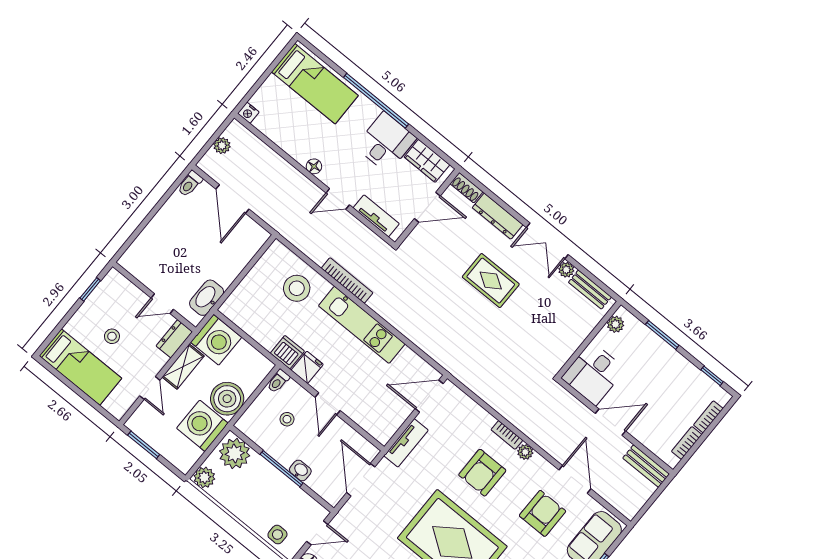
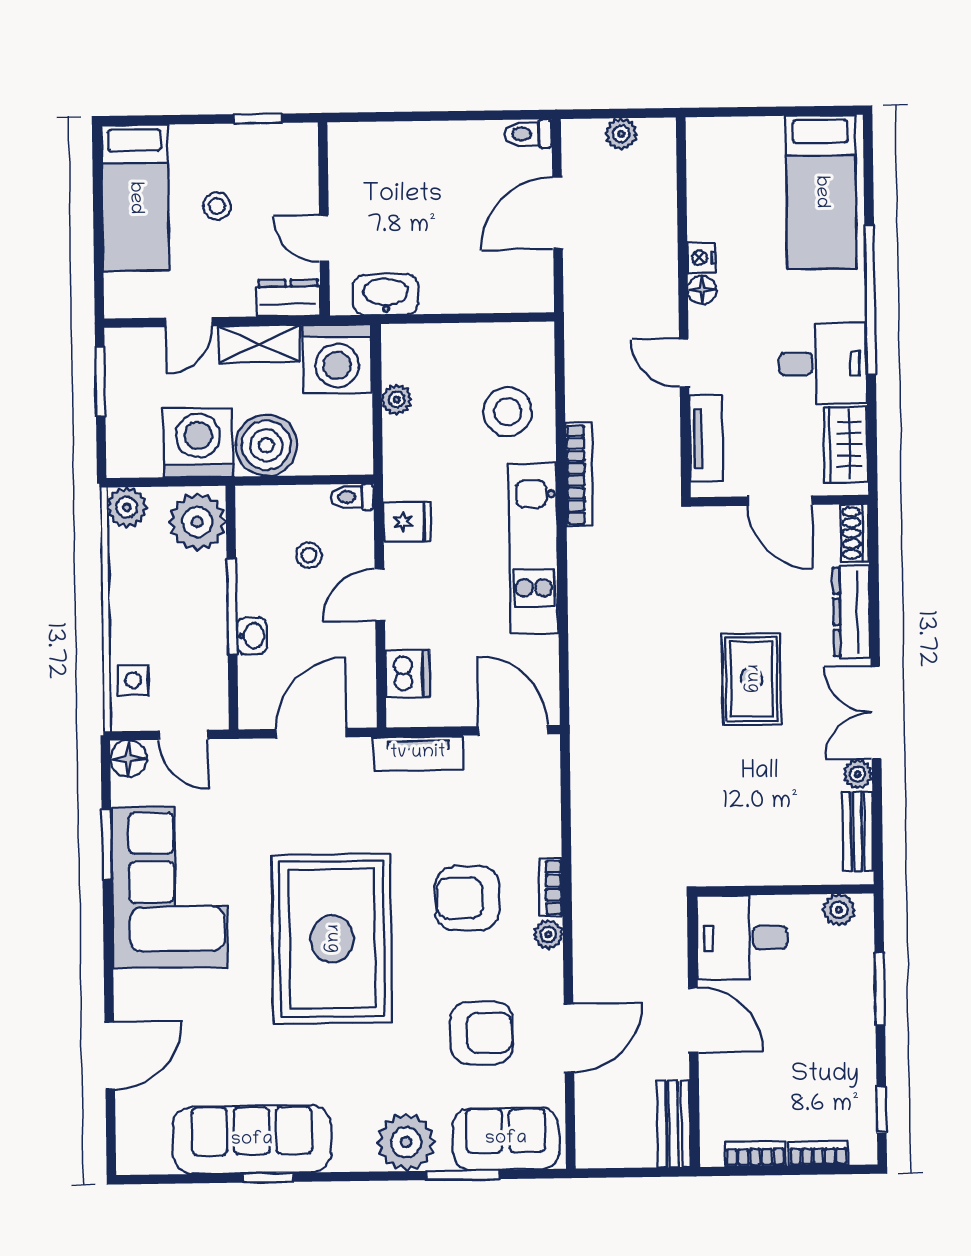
nightstand: (248, 113) -> (701, 258), moved
plant: (253, 329) -> (397, 400), added
dishwasher: (287, 352) -> (408, 674), moved

